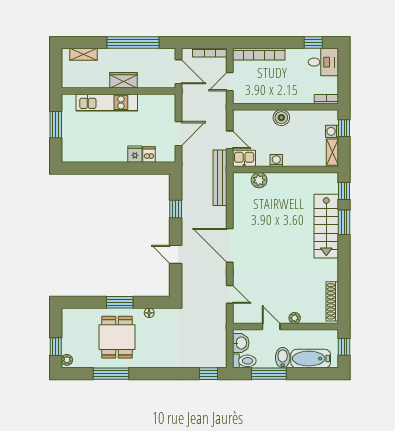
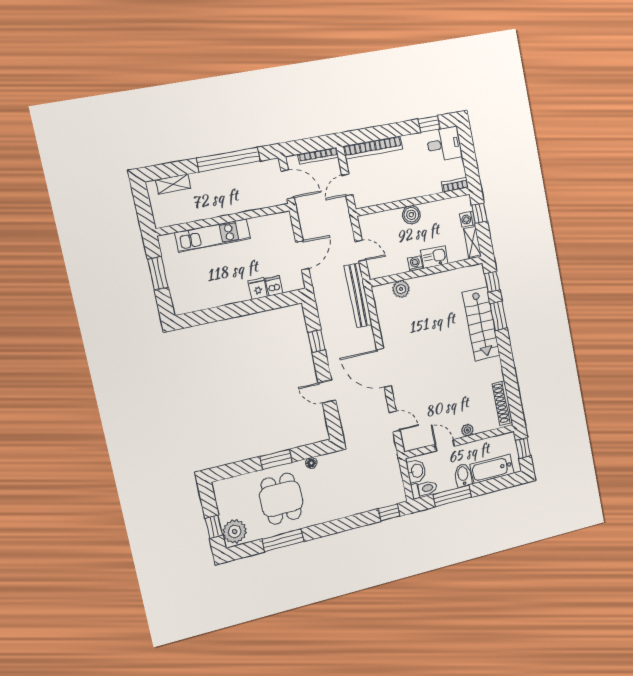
wardrobe: (123, 80) -> (227, 206), removed
kitchen sink: (244, 158) -> (434, 257), moved
plant: (67, 360) -> (235, 531), width x1.87, depth x1.87

